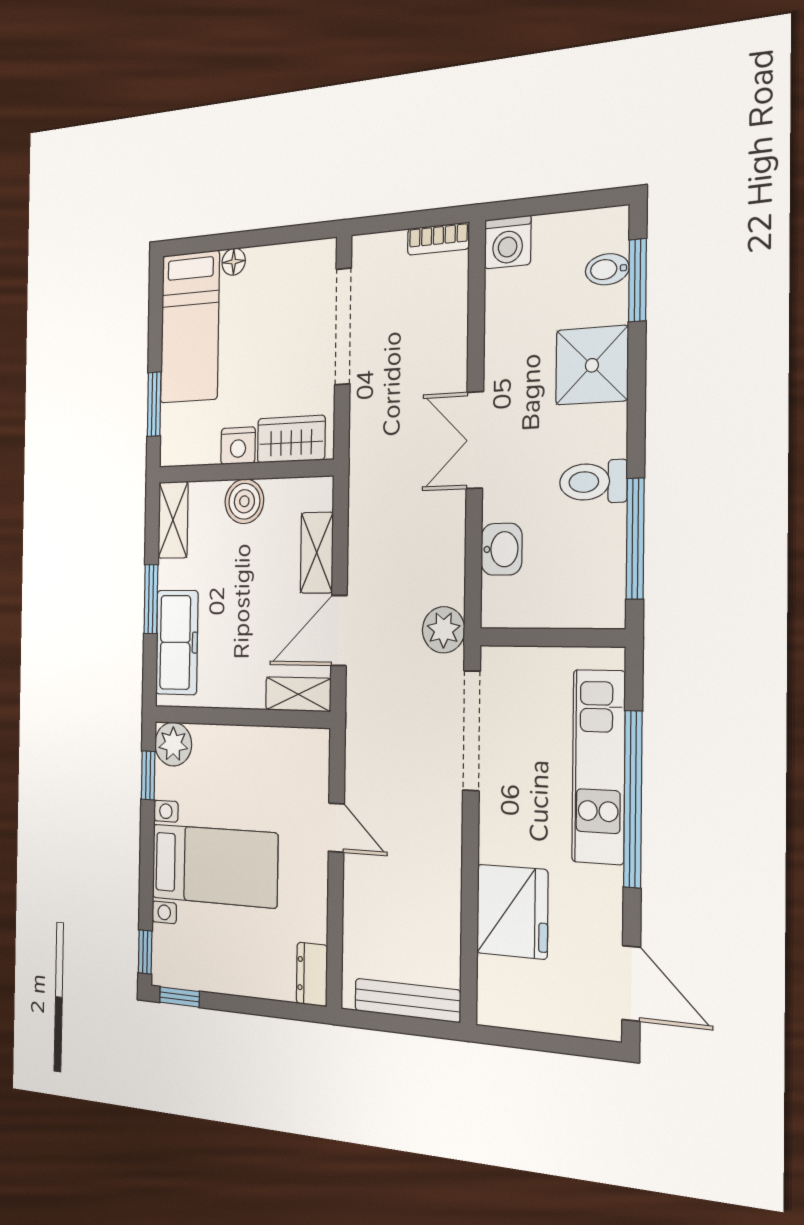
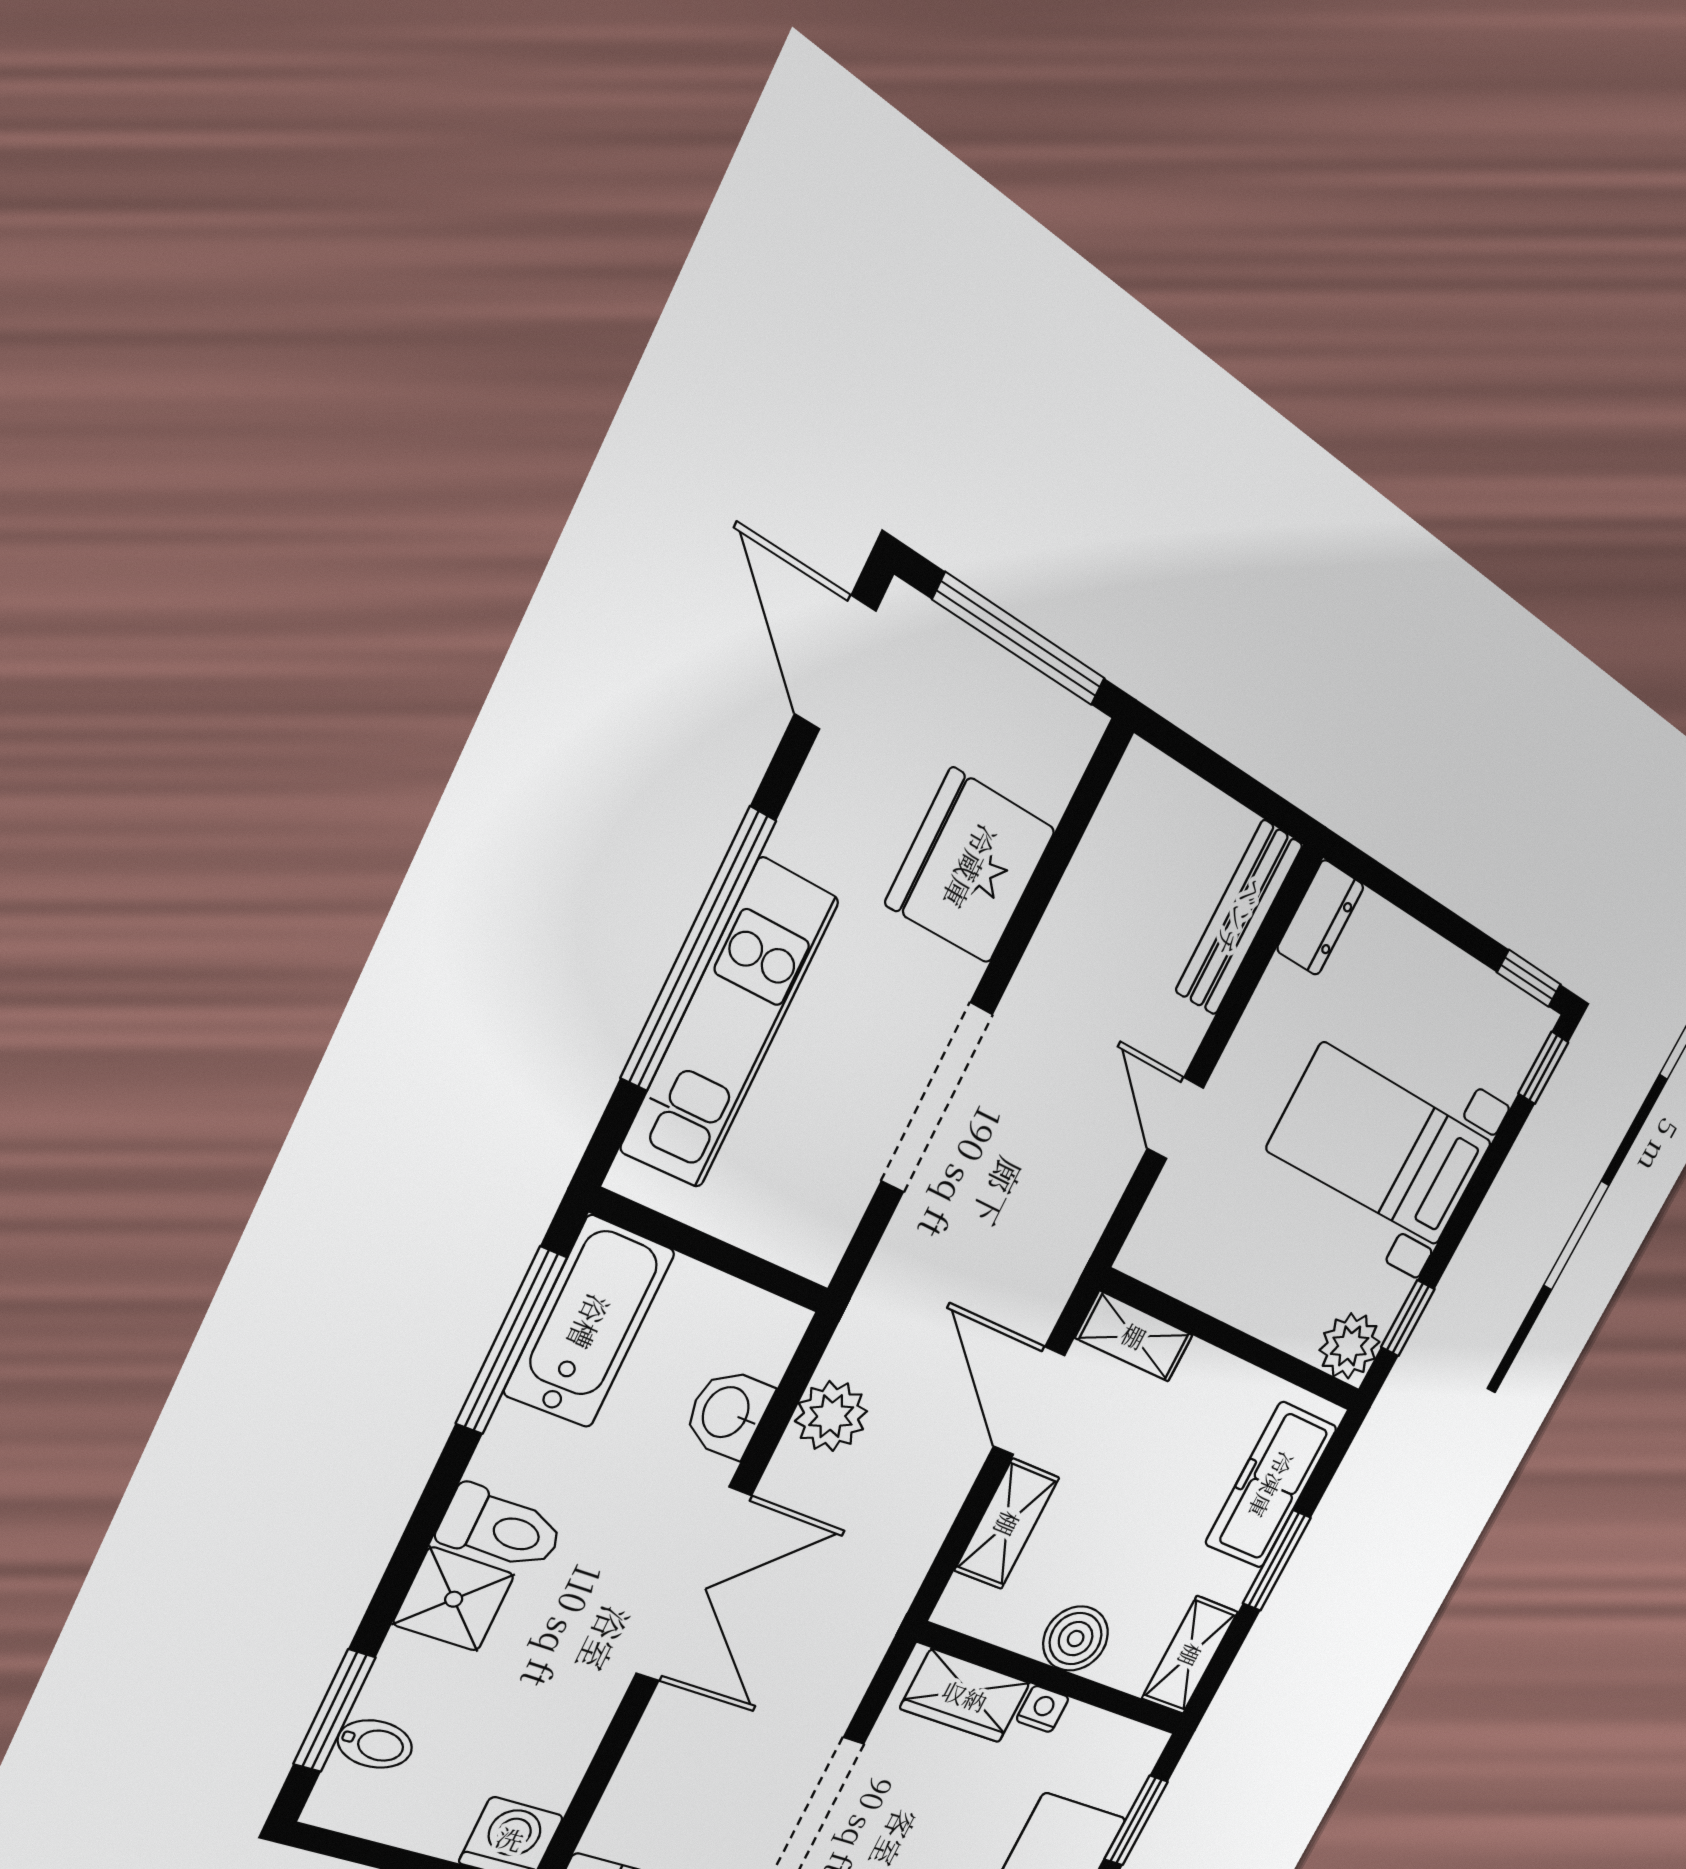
shower: (592, 365) -> (454, 1599), width x0.73, depth x0.73
double door: (475, 440) -> (694, 1585), width x1.37
nightstand: (238, 446) -> (1043, 1709), width x0.72, depth x0.74
toilet: (593, 482) -> (501, 1529), moved
bathtub: (599, 568) -> (589, 1322), added
door: (339, 630) -> (1029, 1401), swing flipped
plant: (444, 630) -> (831, 1416), moved
doorway: (471, 731) -> (937, 1098), moved
bench: (407, 1000) -> (1239, 918), moved, turned 90
window: (543, 1042) -> (1020, 640), added

